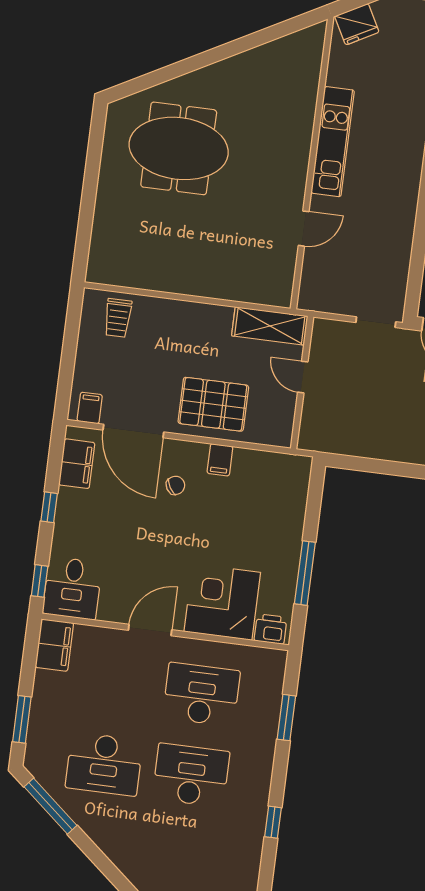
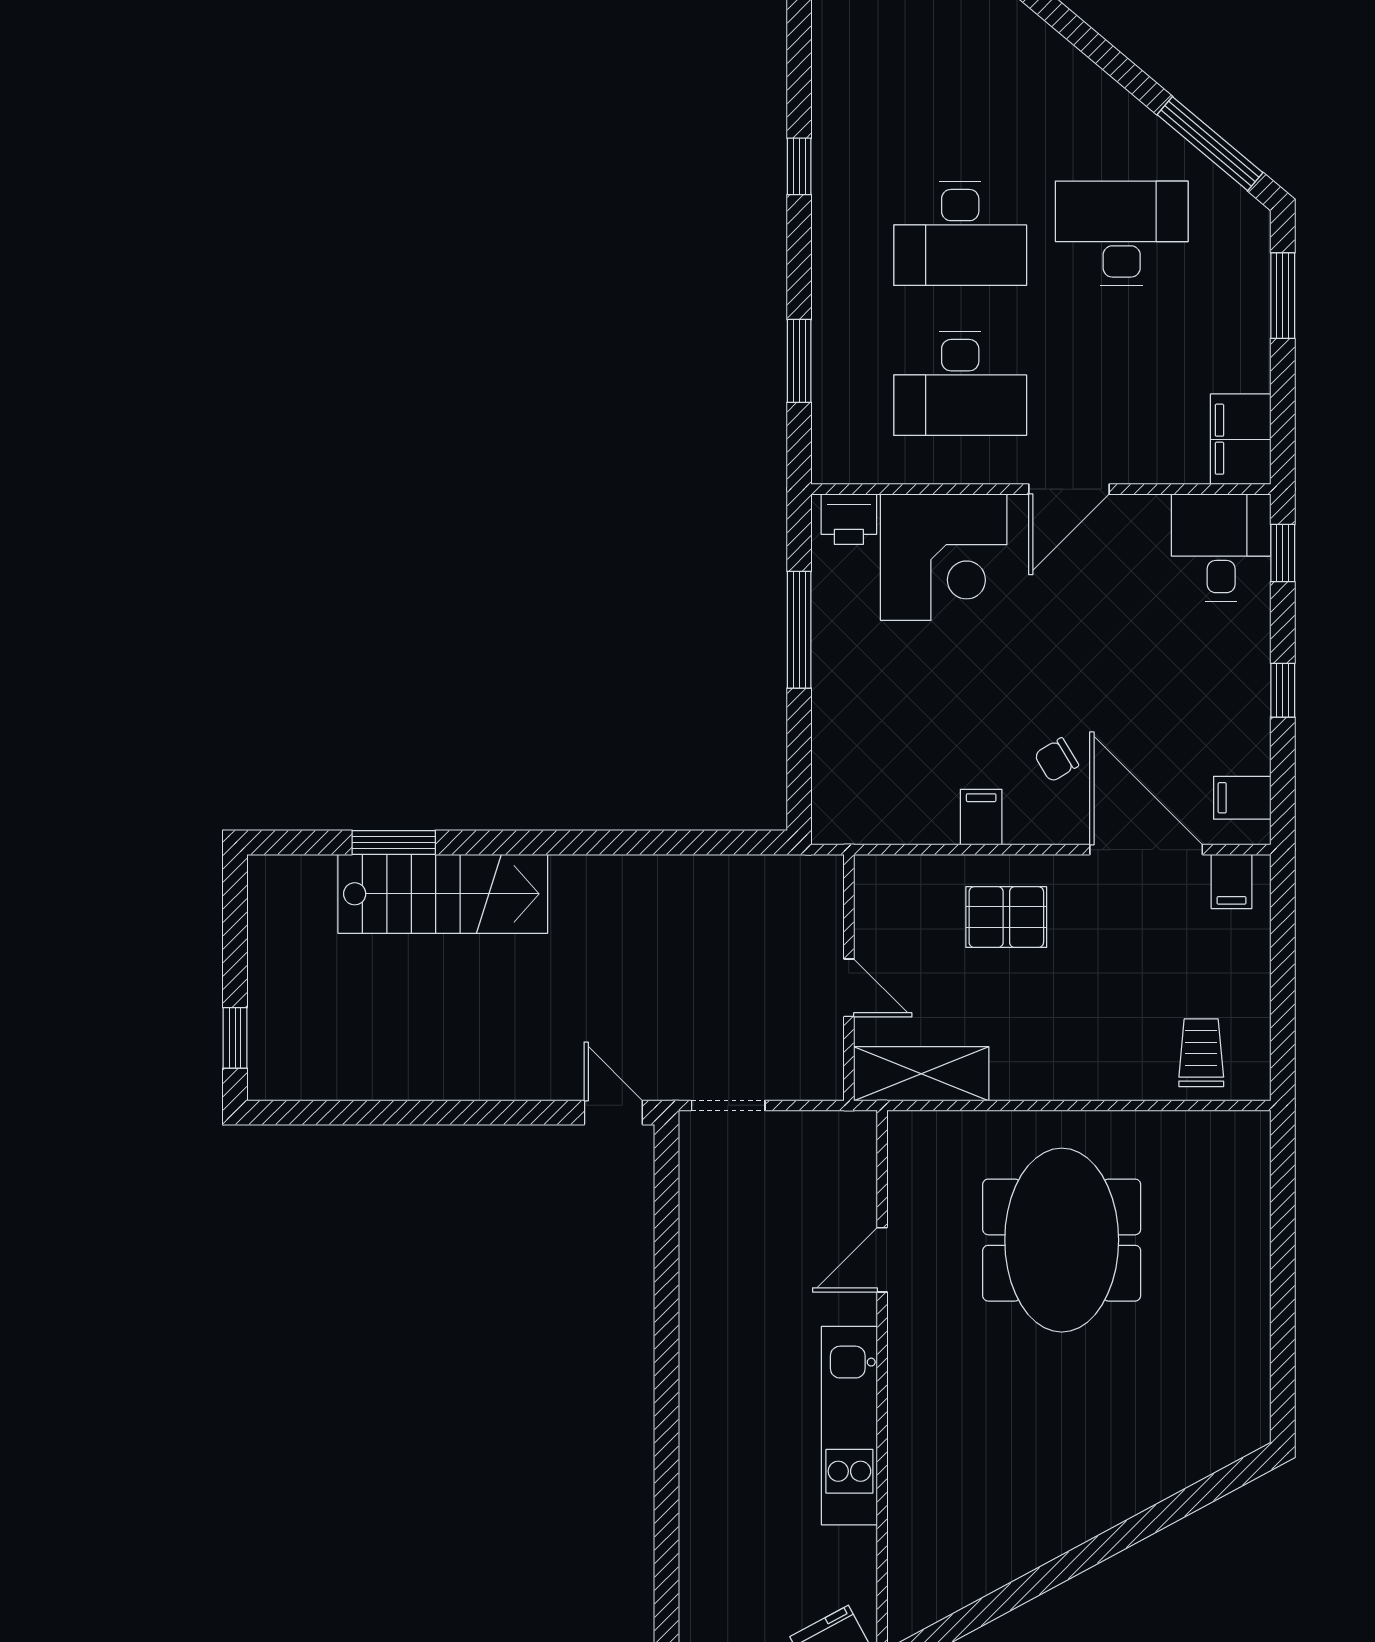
meeting table: (179, 148) -> (1062, 1240), moved, turned 90
pallet: (213, 404) -> (1006, 917), width x0.67, depth x0.71
filing cabinet: (77, 464) -> (1242, 798), width x0.50

